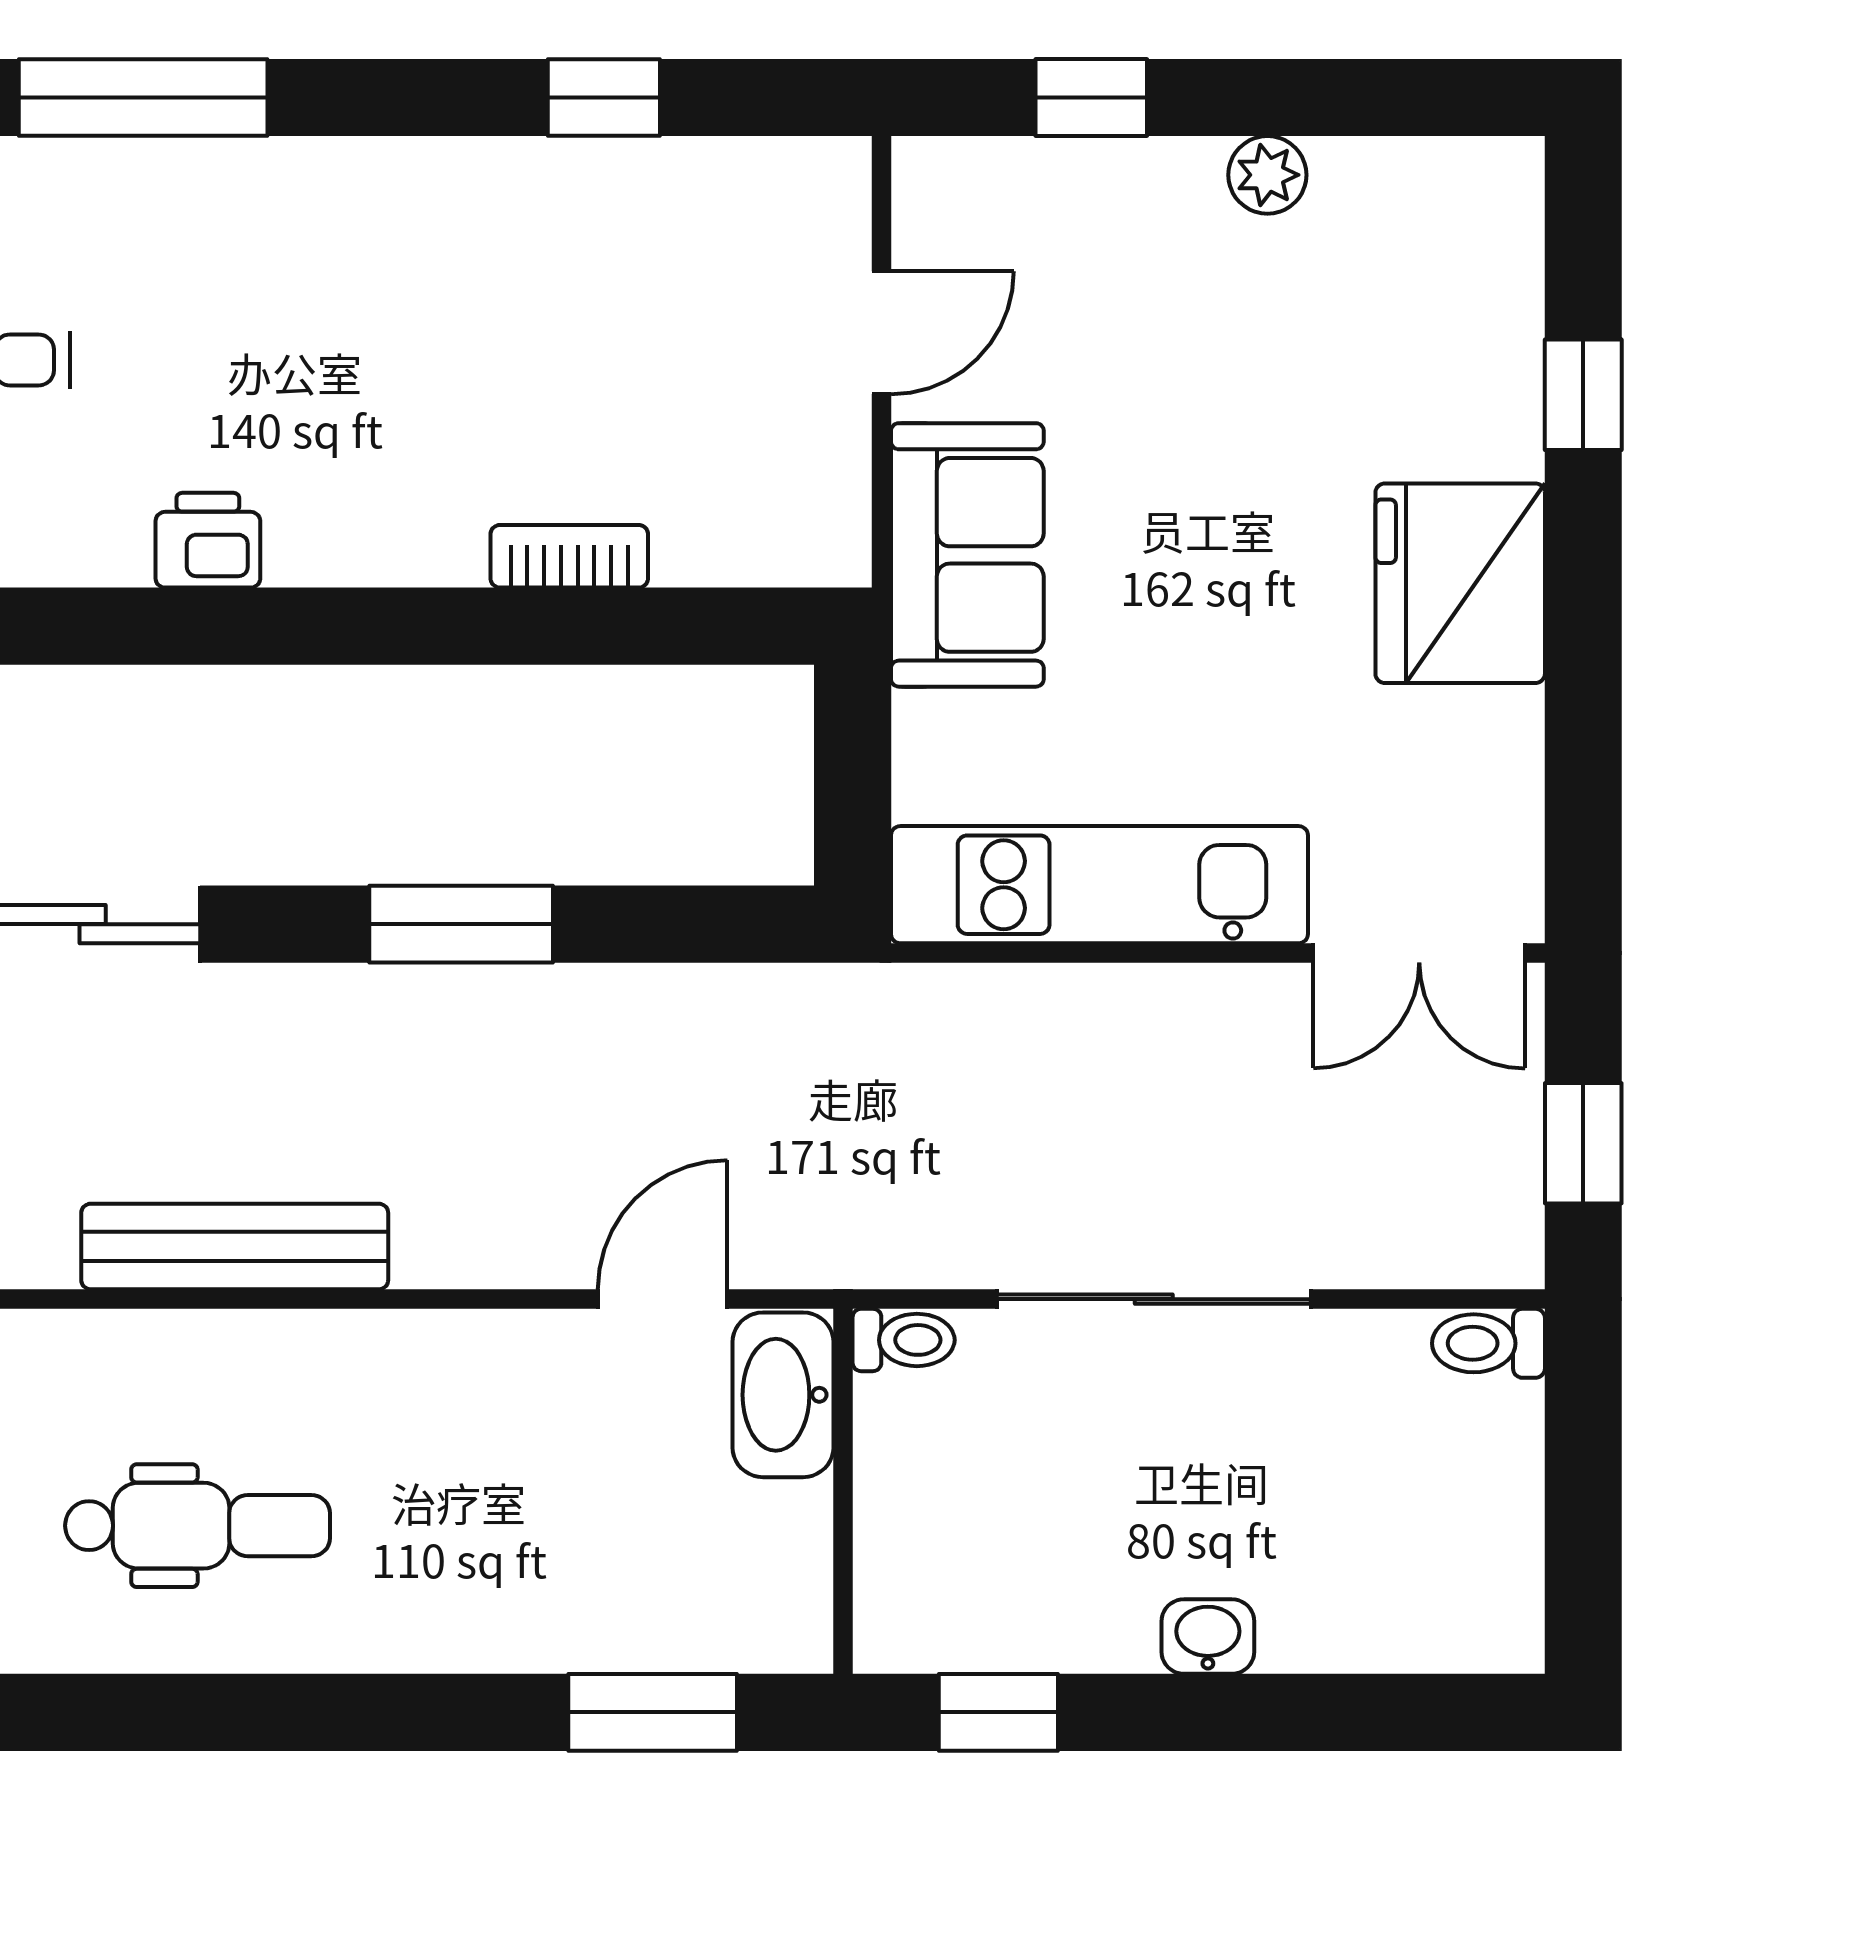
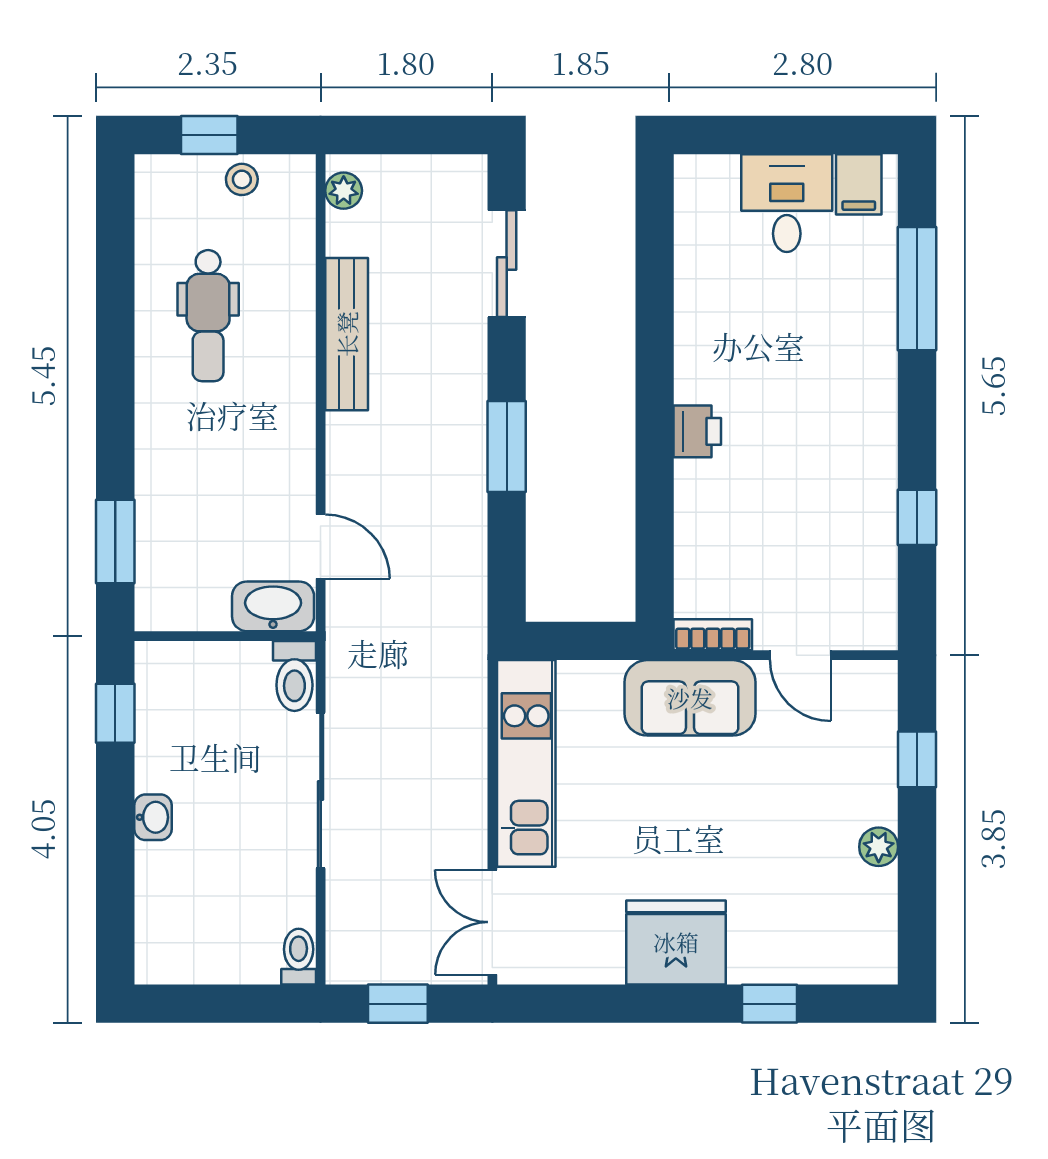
printer: (208, 540) -> (697, 431), moved
bookcase: (569, 556) -> (713, 635), moved, turned -90
toilet: (904, 1340) -> (294, 676), width x1.37, depth x1.39

